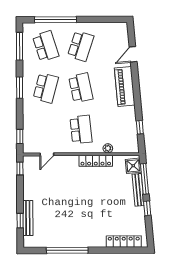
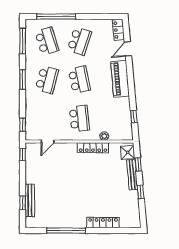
locker: (123, 34) -> (118, 30), added
window: (145, 179) -> (138, 164), width x0.46
locker: (124, 242) -> (103, 223), moved

